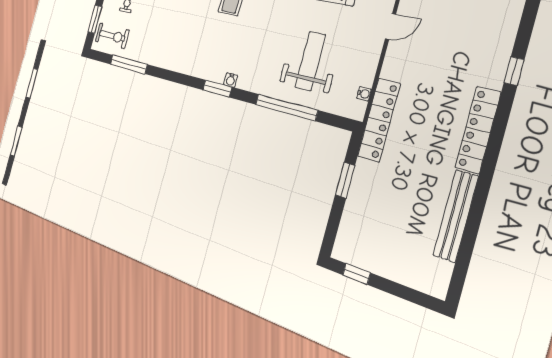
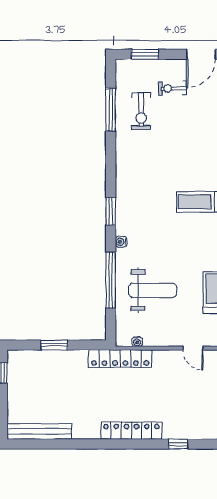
exercise bike: (112, 36) -> (141, 111), moved
water cooler: (231, 80) -> (121, 242), moved
window: (345, 180) -> (54, 345), moved
bench: (456, 216) -> (39, 431), moved

